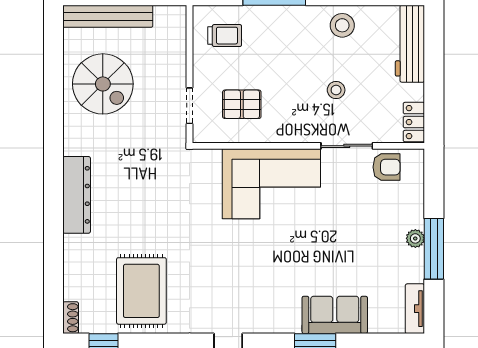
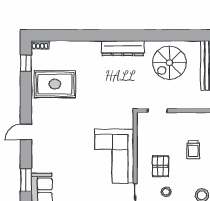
trolley: (225, 36) -> (193, 150), moved
pallet: (242, 104) -> (161, 166), moved
dresser: (77, 195) -> (123, 48), moved

